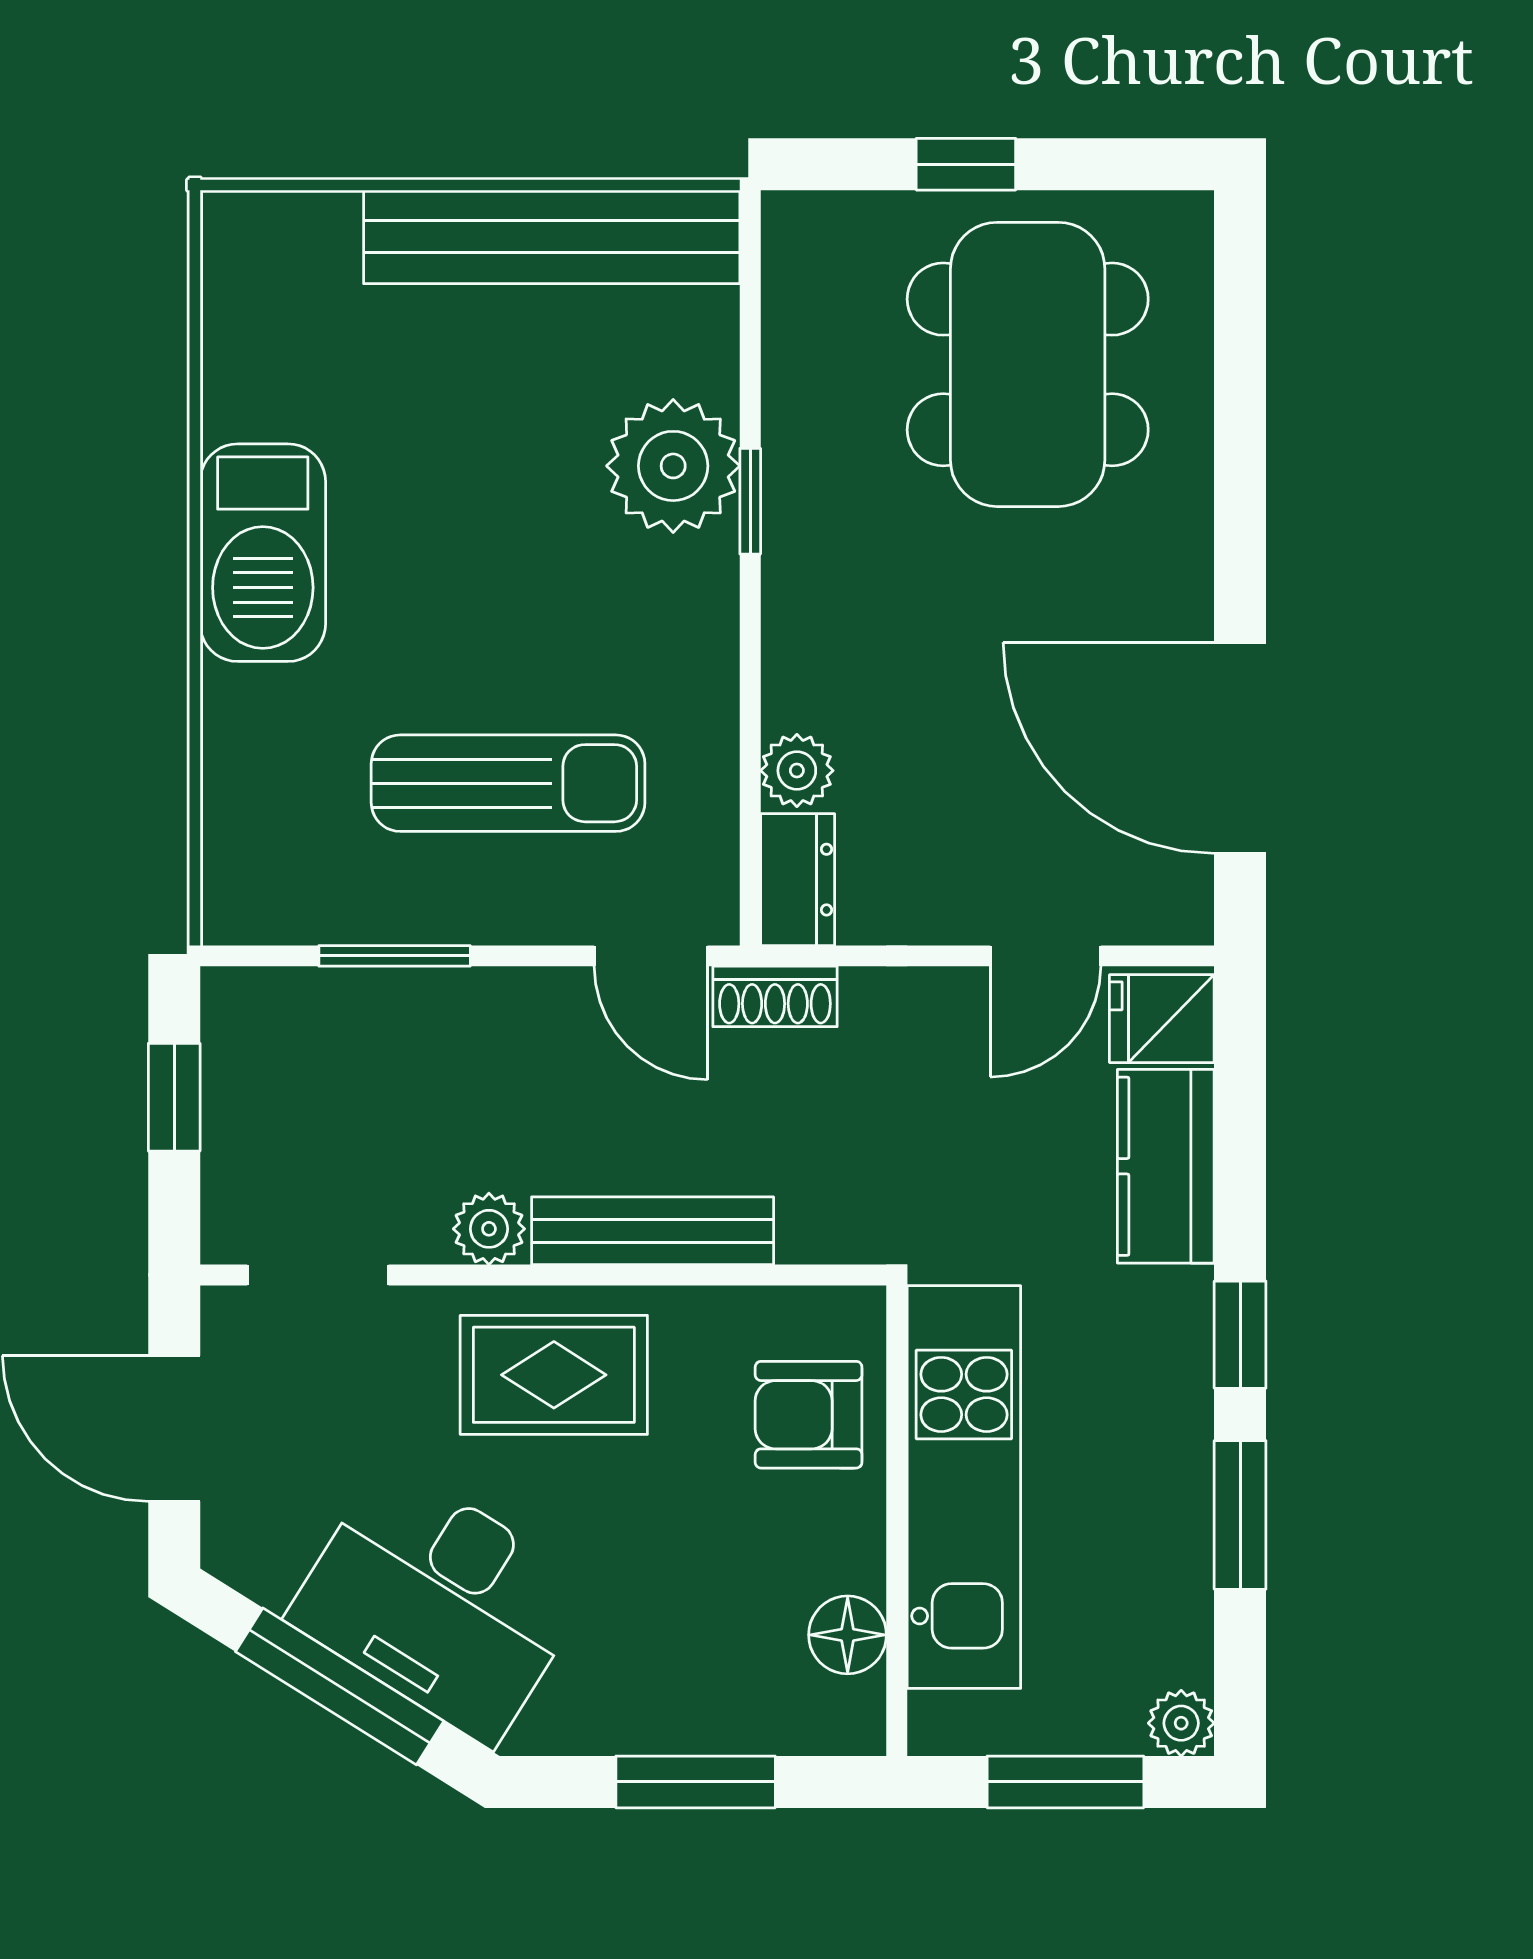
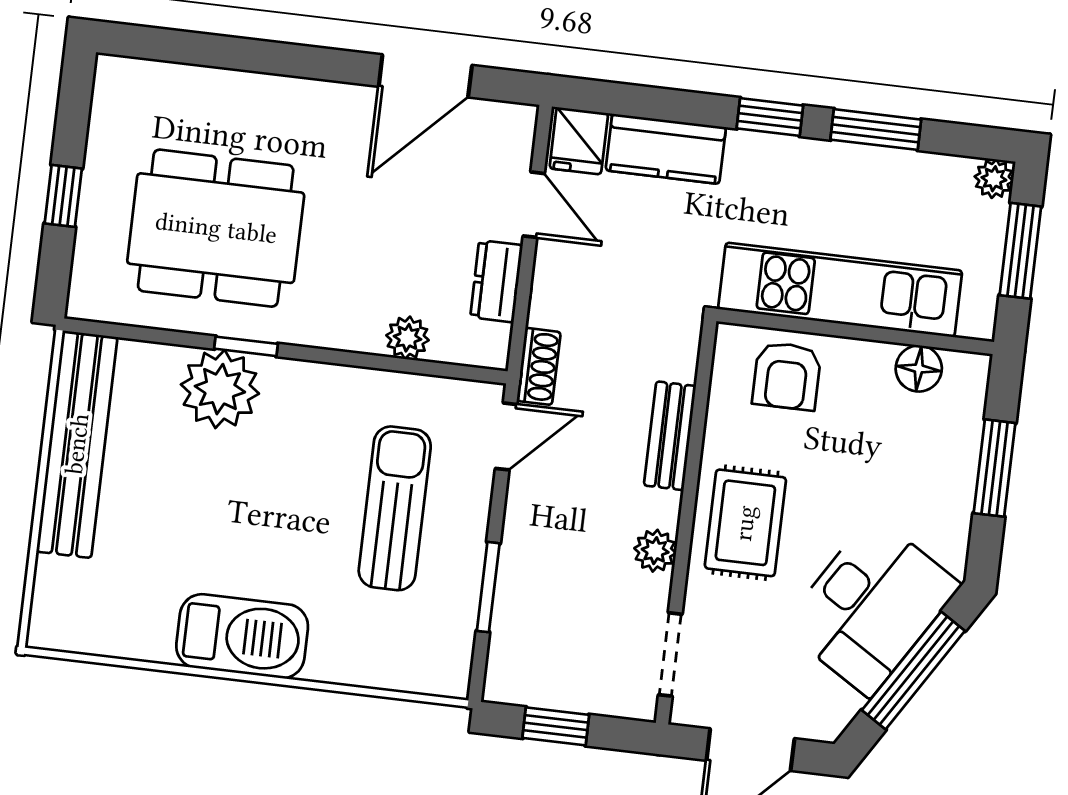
dining table: (1028, 364) -> (216, 228), moved
door: (1240, 748) -> (425, 76), width x0.73
dresser: (798, 880) -> (496, 281), moved, turned -90
bench: (653, 1231) -> (670, 436), width x0.73

